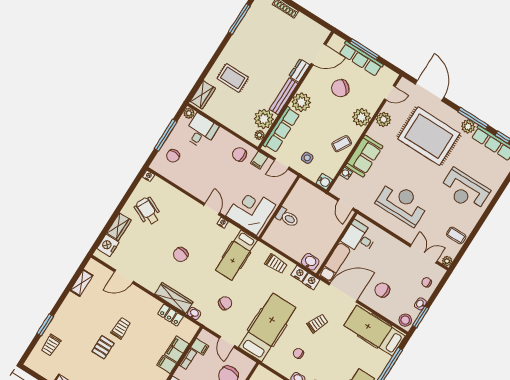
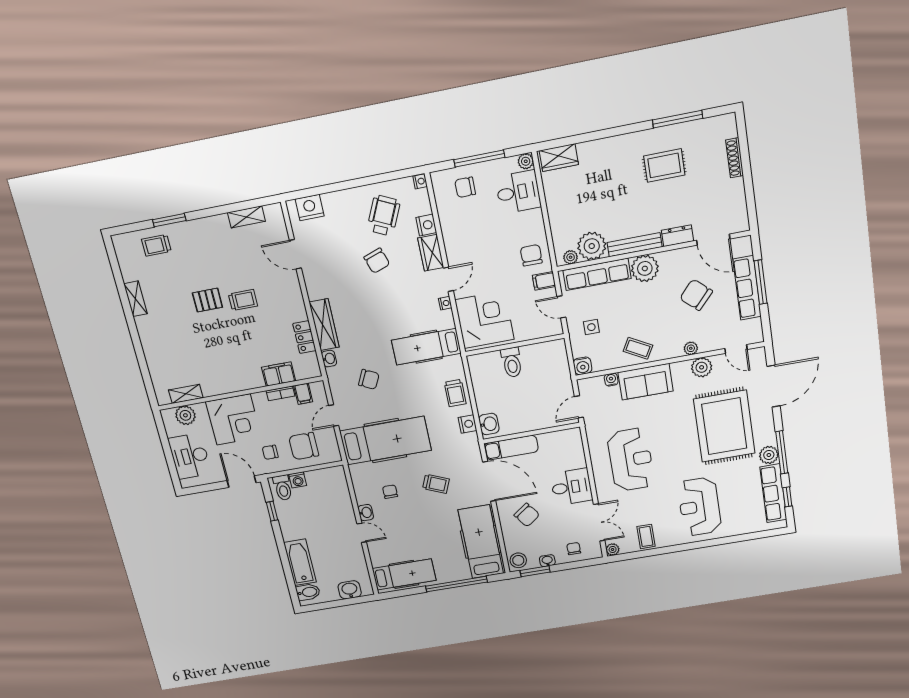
rug: (233, 78) -> (664, 165), moved, turned 90
plant: (362, 117) -> (691, 348), width x0.53, depth x0.53
wardrobe: (119, 227) -> (431, 253), moved, turned 90
desk: (359, 238) -> (571, 487), moved, turned 90
chair: (181, 255) -> (377, 261), moved, turned -120
nightstand: (311, 281) -> (426, 225), moved
chair: (382, 290) -> (527, 515), turned 144
filing cabinet: (167, 364) -> (255, 378), removed

